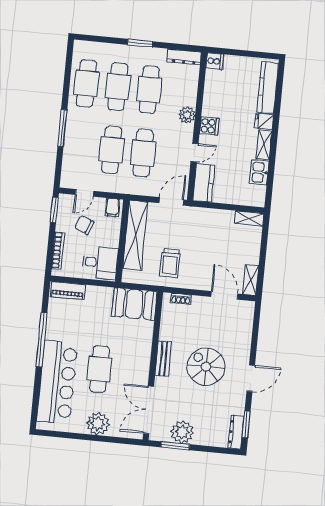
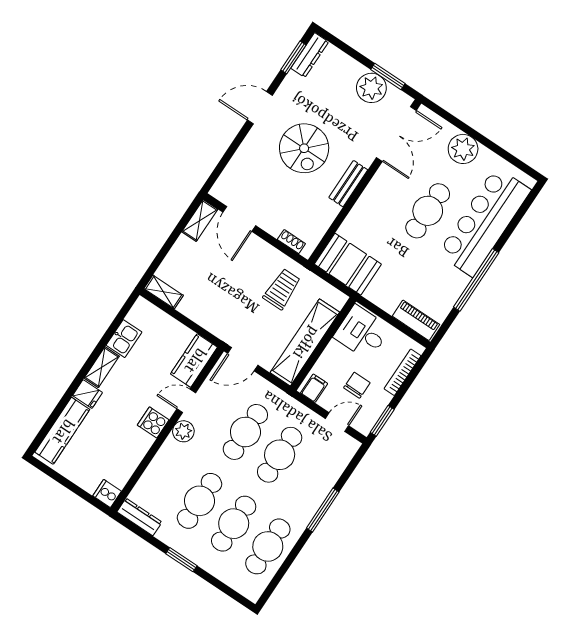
plant: (187, 115) -> (183, 431), moved
chair: (84, 225) -> (357, 385), turned -112

